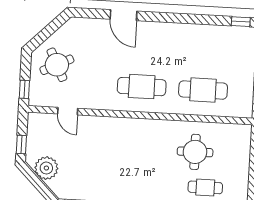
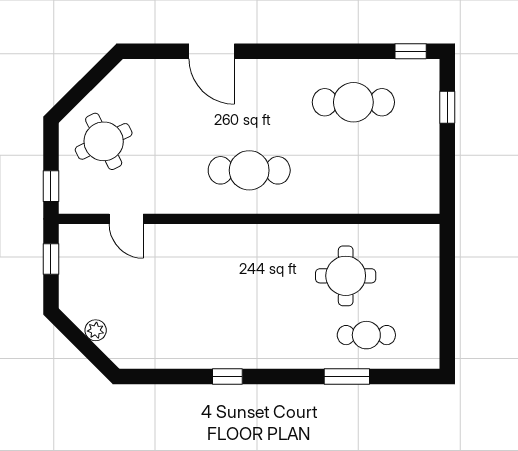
cafe table: (203, 90) -> (353, 102), moved
window: (21, 144) -> (51, 259), moved
plant: (46, 168) -> (96, 330), width x0.53, depth x0.53

